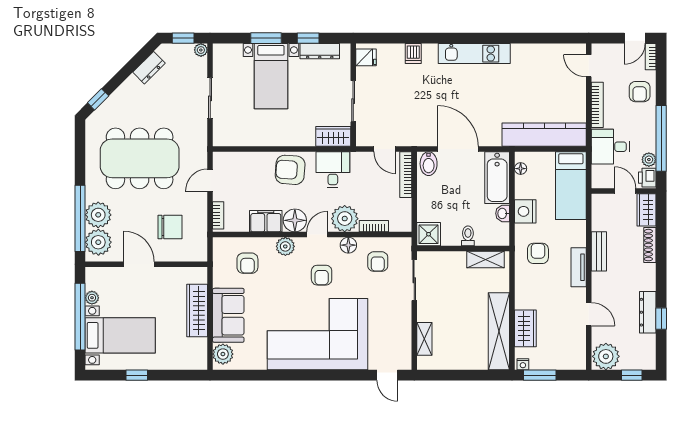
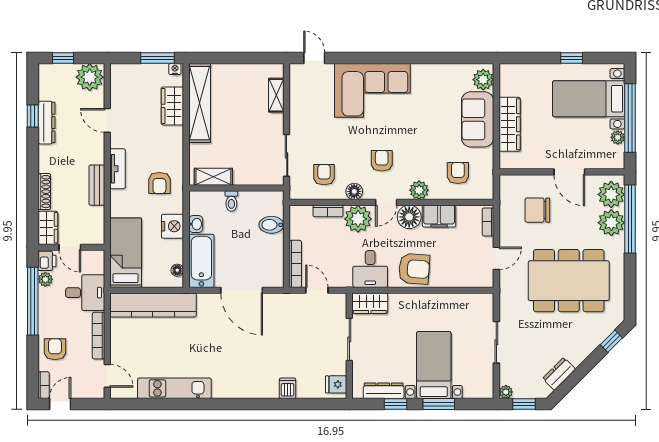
kitchen unit: (474, 54) -> (174, 388), moved
bidet: (429, 164) -> (271, 225), moved, turned -90
shower: (429, 234) -> (272, 203), removed
corner sofa: (317, 334) -> (372, 90), width x0.73, depth x0.74

